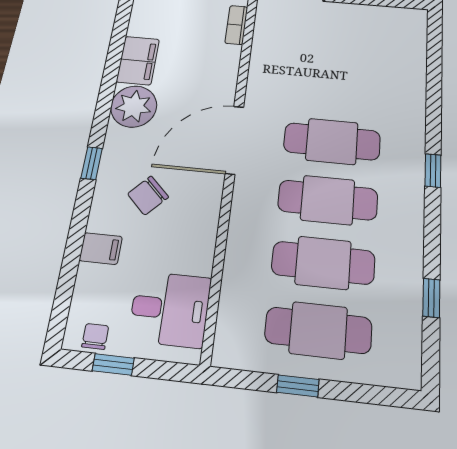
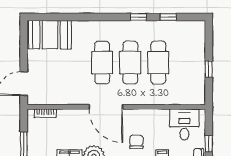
booth: (397, 47) -> (50, 35), added
window: (433, 171) -> (138, 17), moved
chair: (148, 195) -> (136, 142), turned -134
cafe table: (318, 330) -> (186, 63), removed

